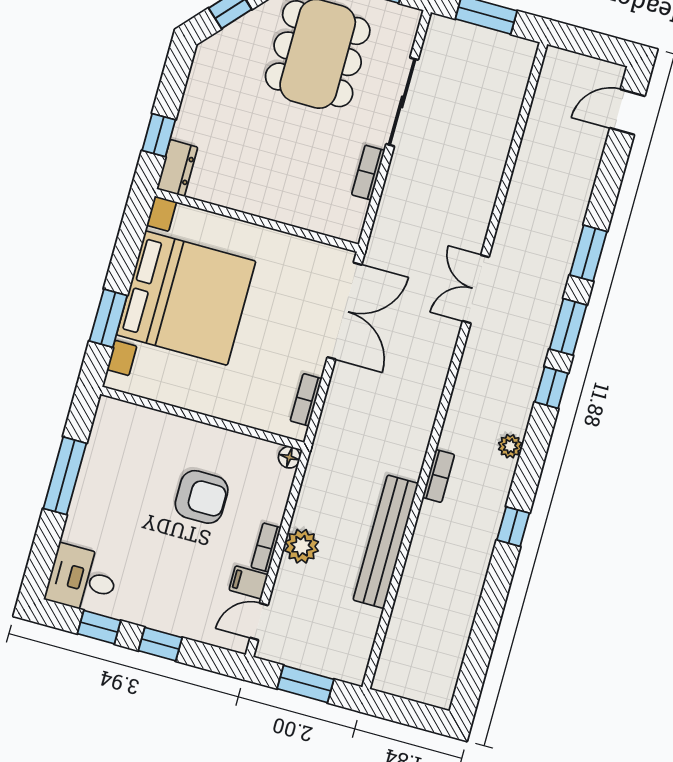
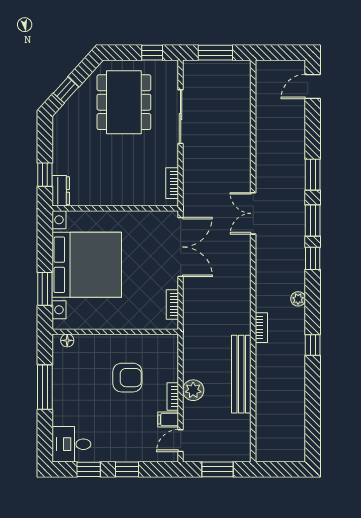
bookcase: (368, 173) -> (172, 183), moved
floor lamp: (289, 457) -> (67, 340), moved

